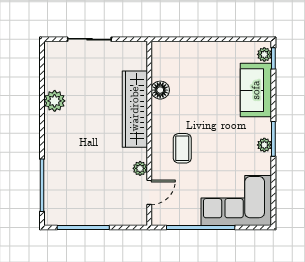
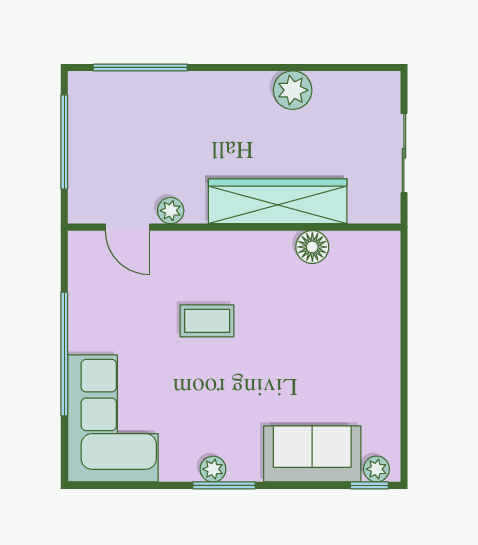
floor lamp: (160, 90) -> (312, 247), moved
wardrobe: (135, 109) -> (278, 201), moved
wall: (149, 133) -> (234, 227), moved
plant: (140, 168) -> (171, 211), moved
door: (149, 192) -> (127, 227), moved

